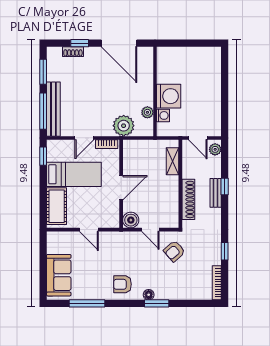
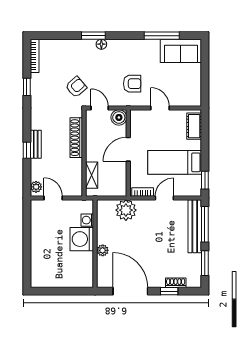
plant: (147, 112) -> (103, 250), moved
shelving: (173, 161) -> (92, 175), moved
wall: (180, 184) -> (84, 153), moved
shoe rack: (188, 199) -> (76, 138), moved
cot: (57, 206) -> (194, 126), width x0.73, depth x0.75
sofa: (59, 275) -> (181, 51), moved, turned -90
armchair: (122, 284) -> (132, 84), moved

